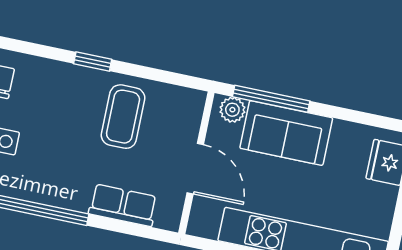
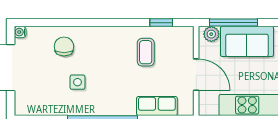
window: (93, 62) -> (161, 23), moved
coffee table: (123, 117) -> (146, 52), width x0.73, depth x0.77

